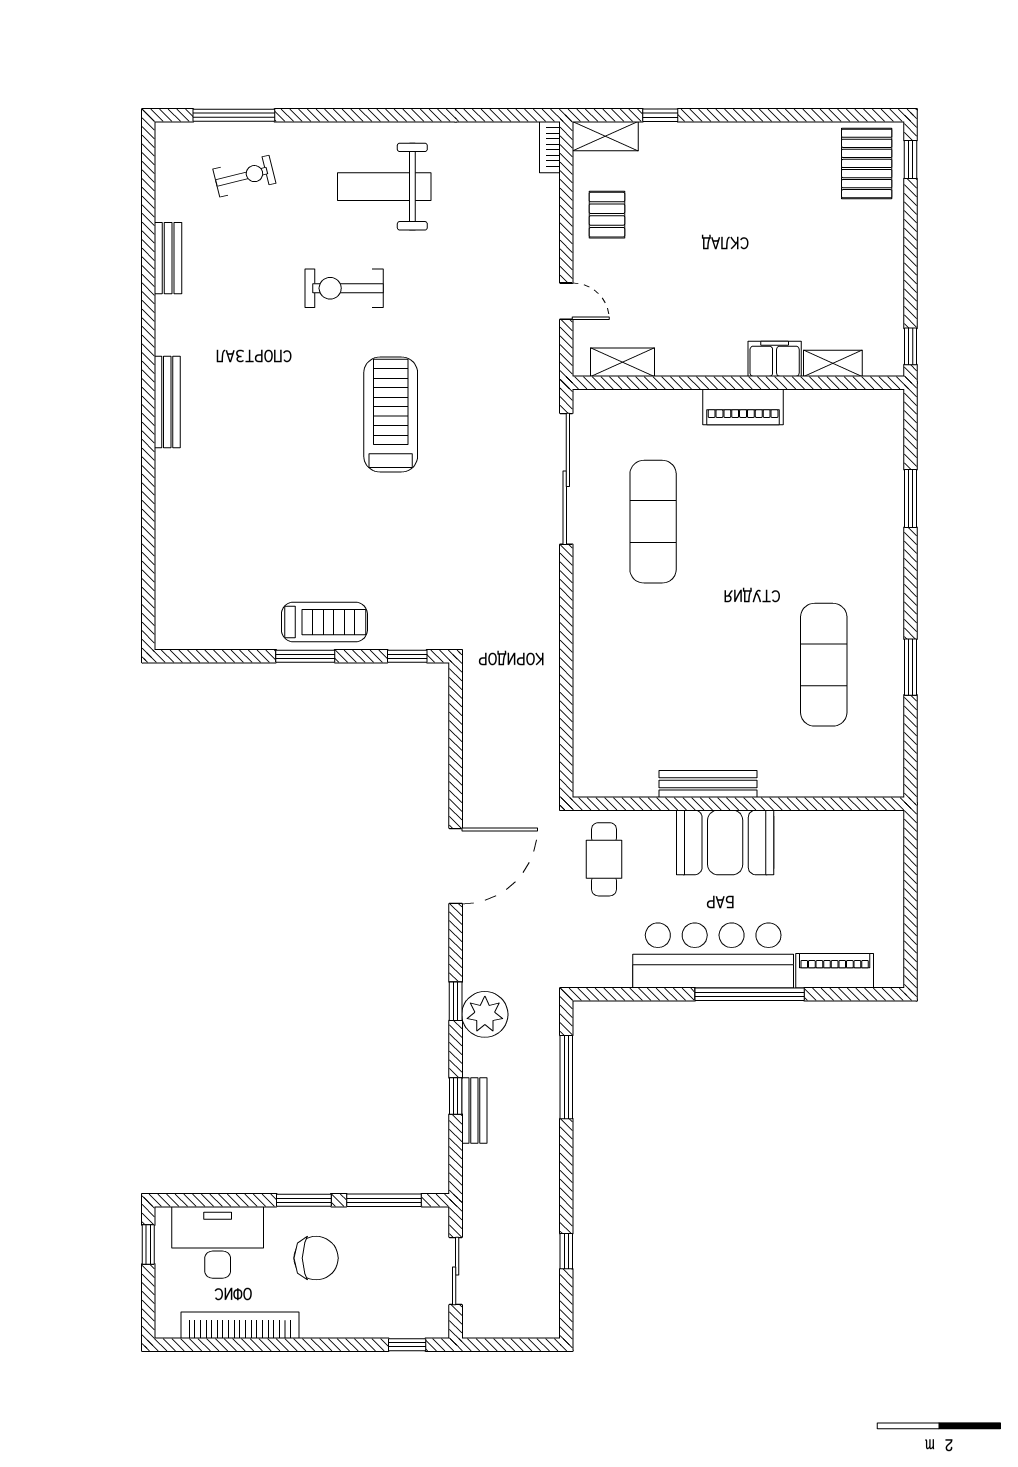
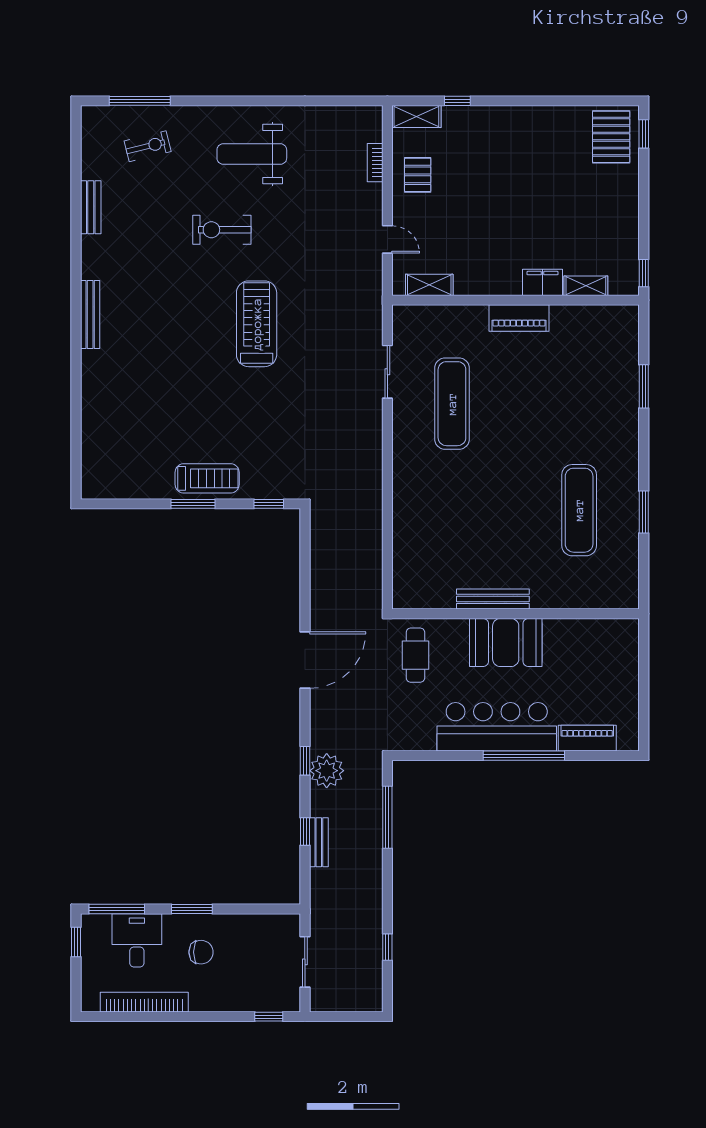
bookcase: (550, 147) -> (375, 163), moved
sliding door: (566, 479) -> (387, 372), width x0.54
window: (384, 1200) -> (117, 909), moved
desk: (218, 1242) -> (137, 940), width x0.73
chair: (316, 1258) -> (201, 952), width x0.73, depth x0.73

